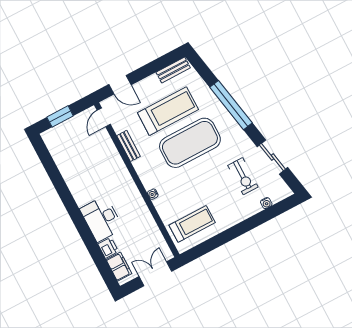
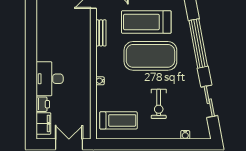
treadmill: (168, 111) -> (146, 22), turned 180
exercise bike: (243, 176) -> (159, 104), moved

